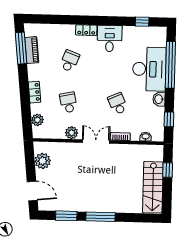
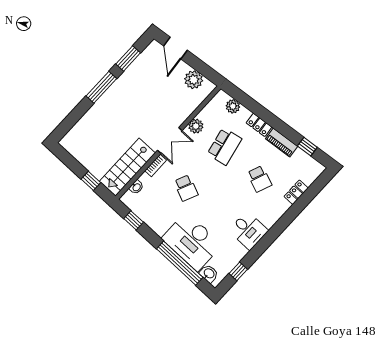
locker: (86, 30) -> (296, 192), moved
window: (21, 48) -> (307, 147), width x0.46
piano: (32, 50) -> (282, 143), moved
washbasin: (159, 99) -> (209, 274), moved
school desk: (68, 102) -> (224, 146), width x1.85
school desk: (118, 104) -> (186, 188), turned 48
stairs: (153, 187) -> (127, 167), moved, turned -90
door: (32, 191) -> (175, 48), hinge flipped

